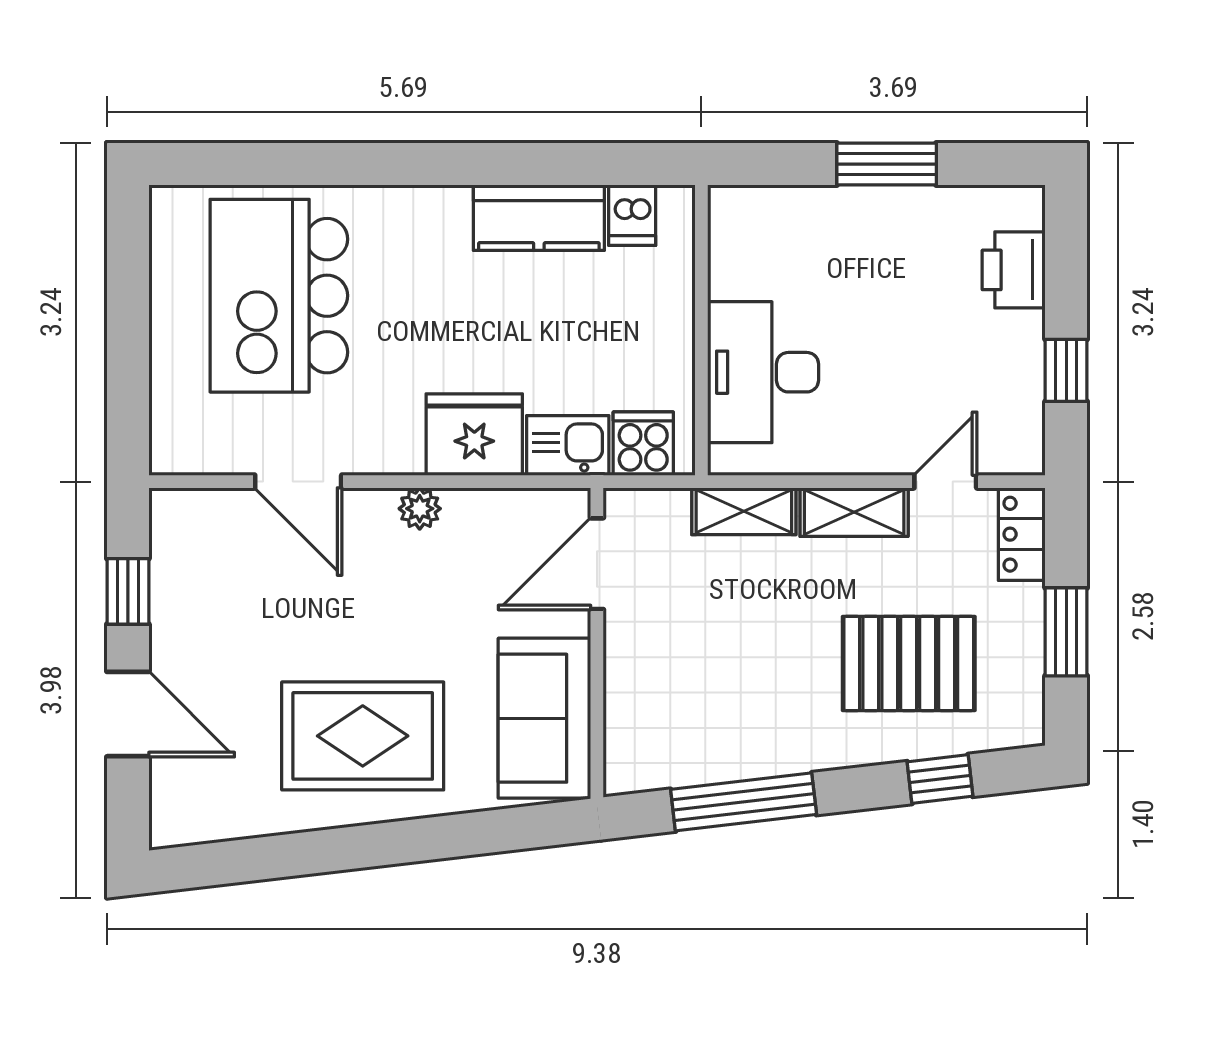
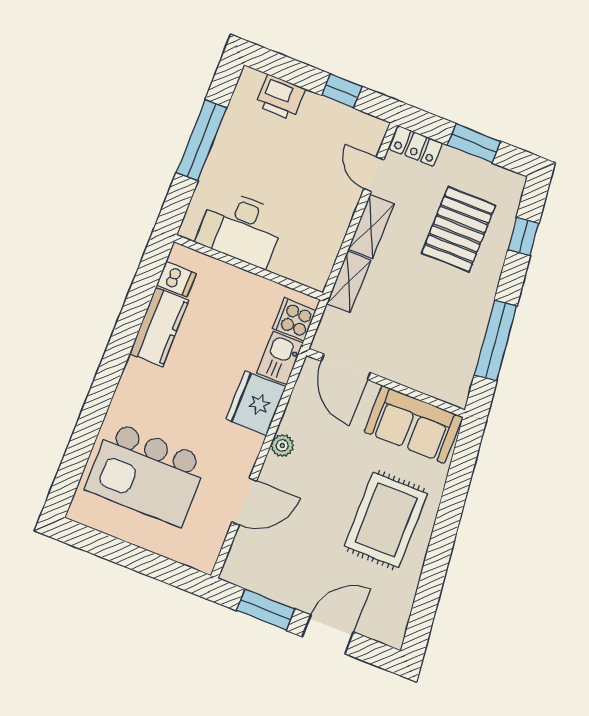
window: (887, 164) -> (201, 140), width x1.44
desk: (763, 372) -> (241, 228), moved
window: (128, 591) -> (266, 610), width x1.50

